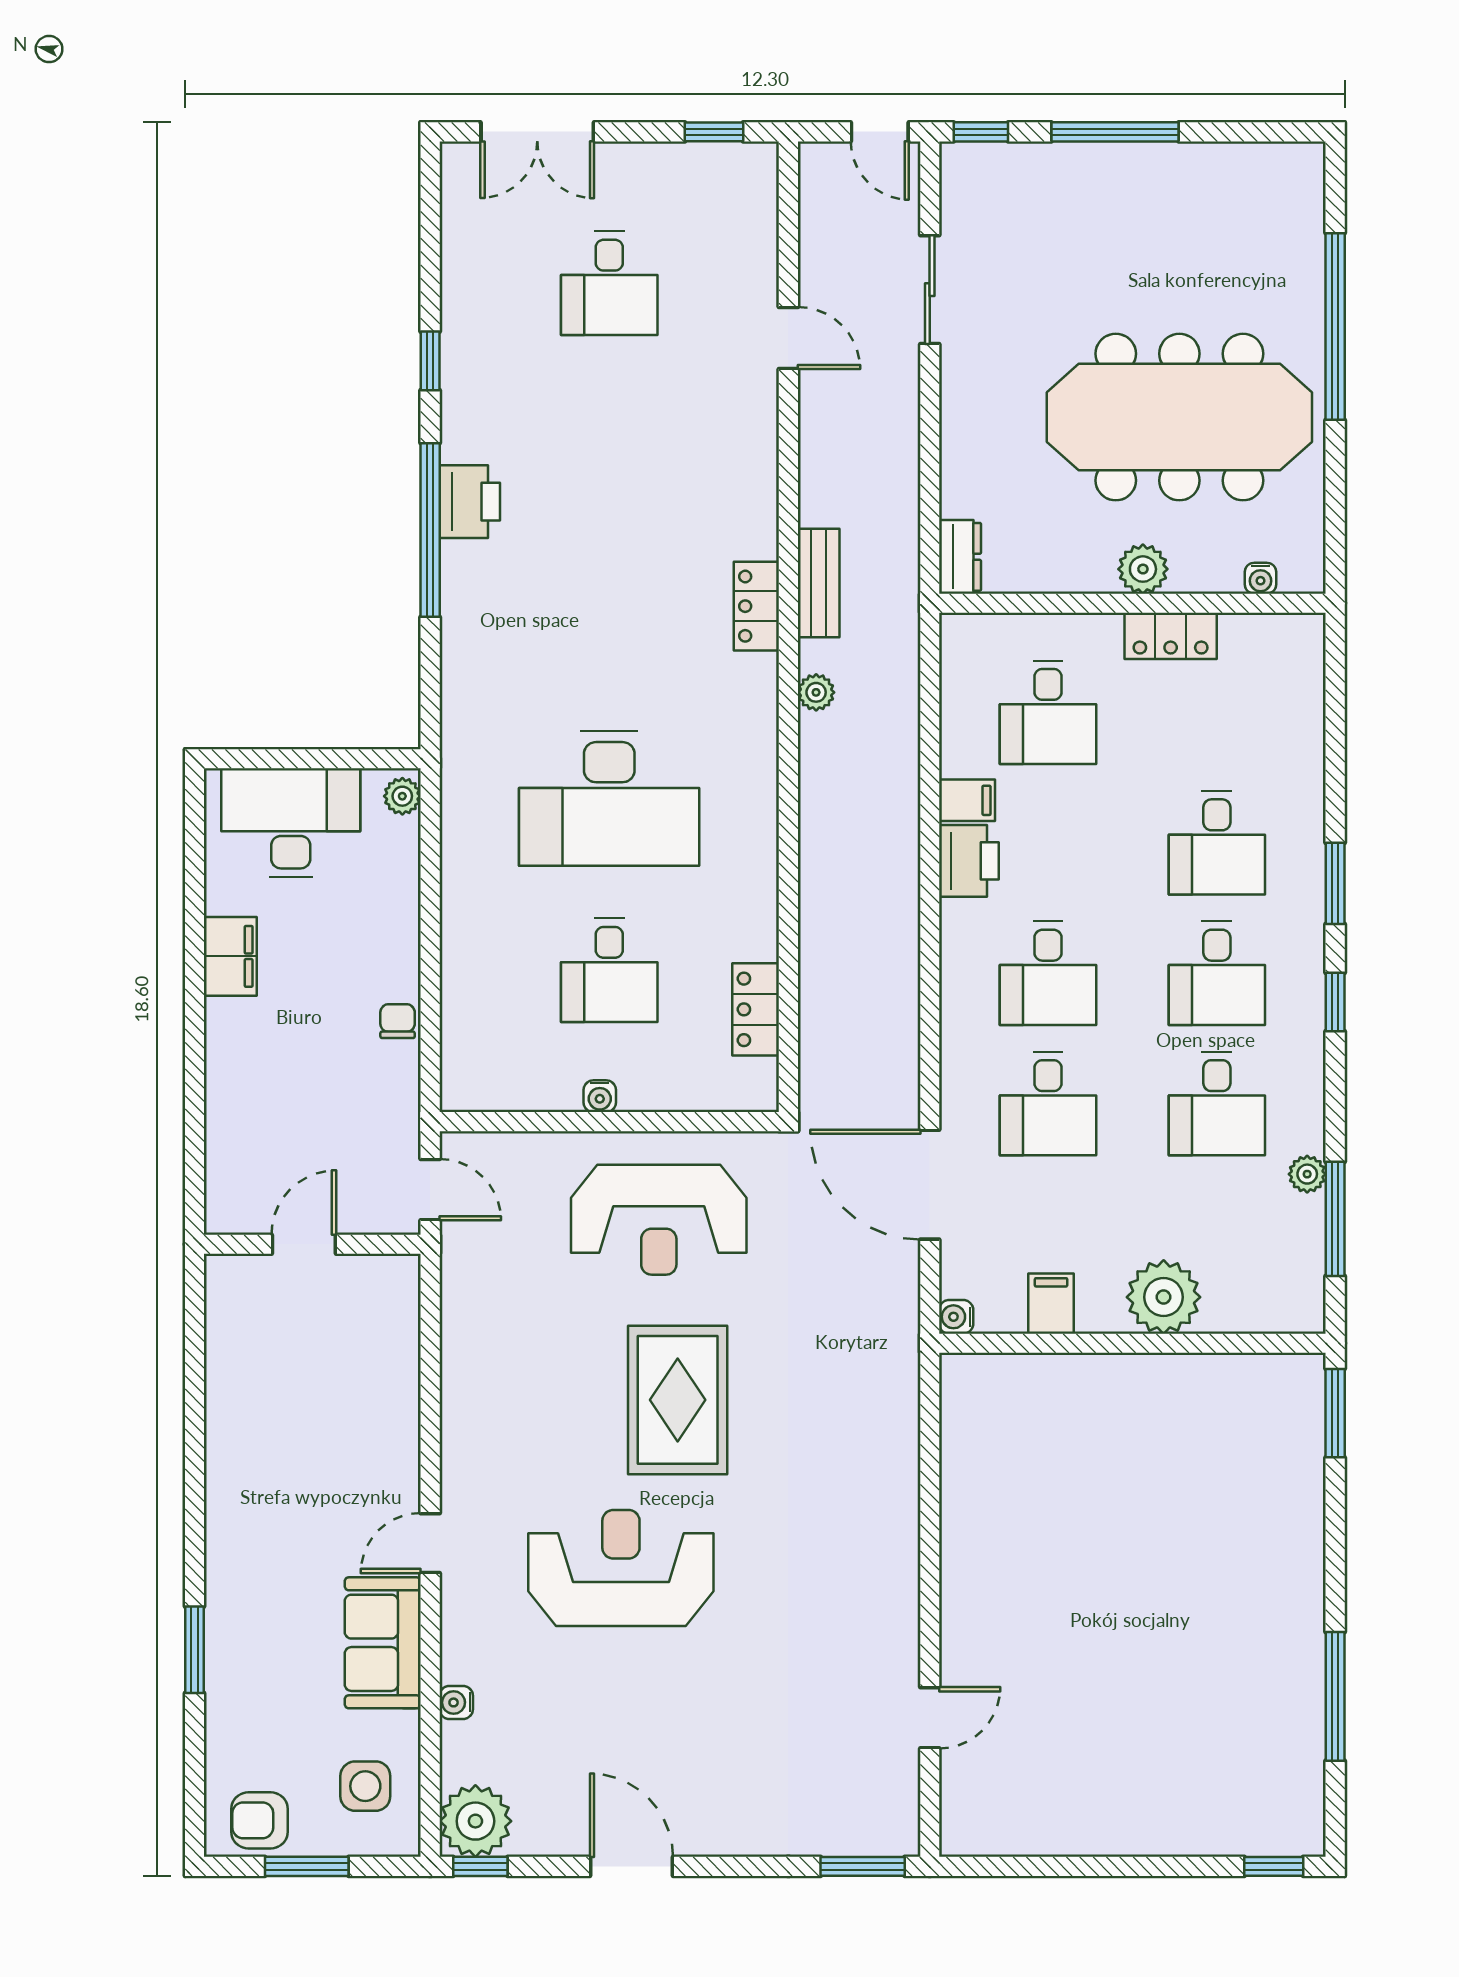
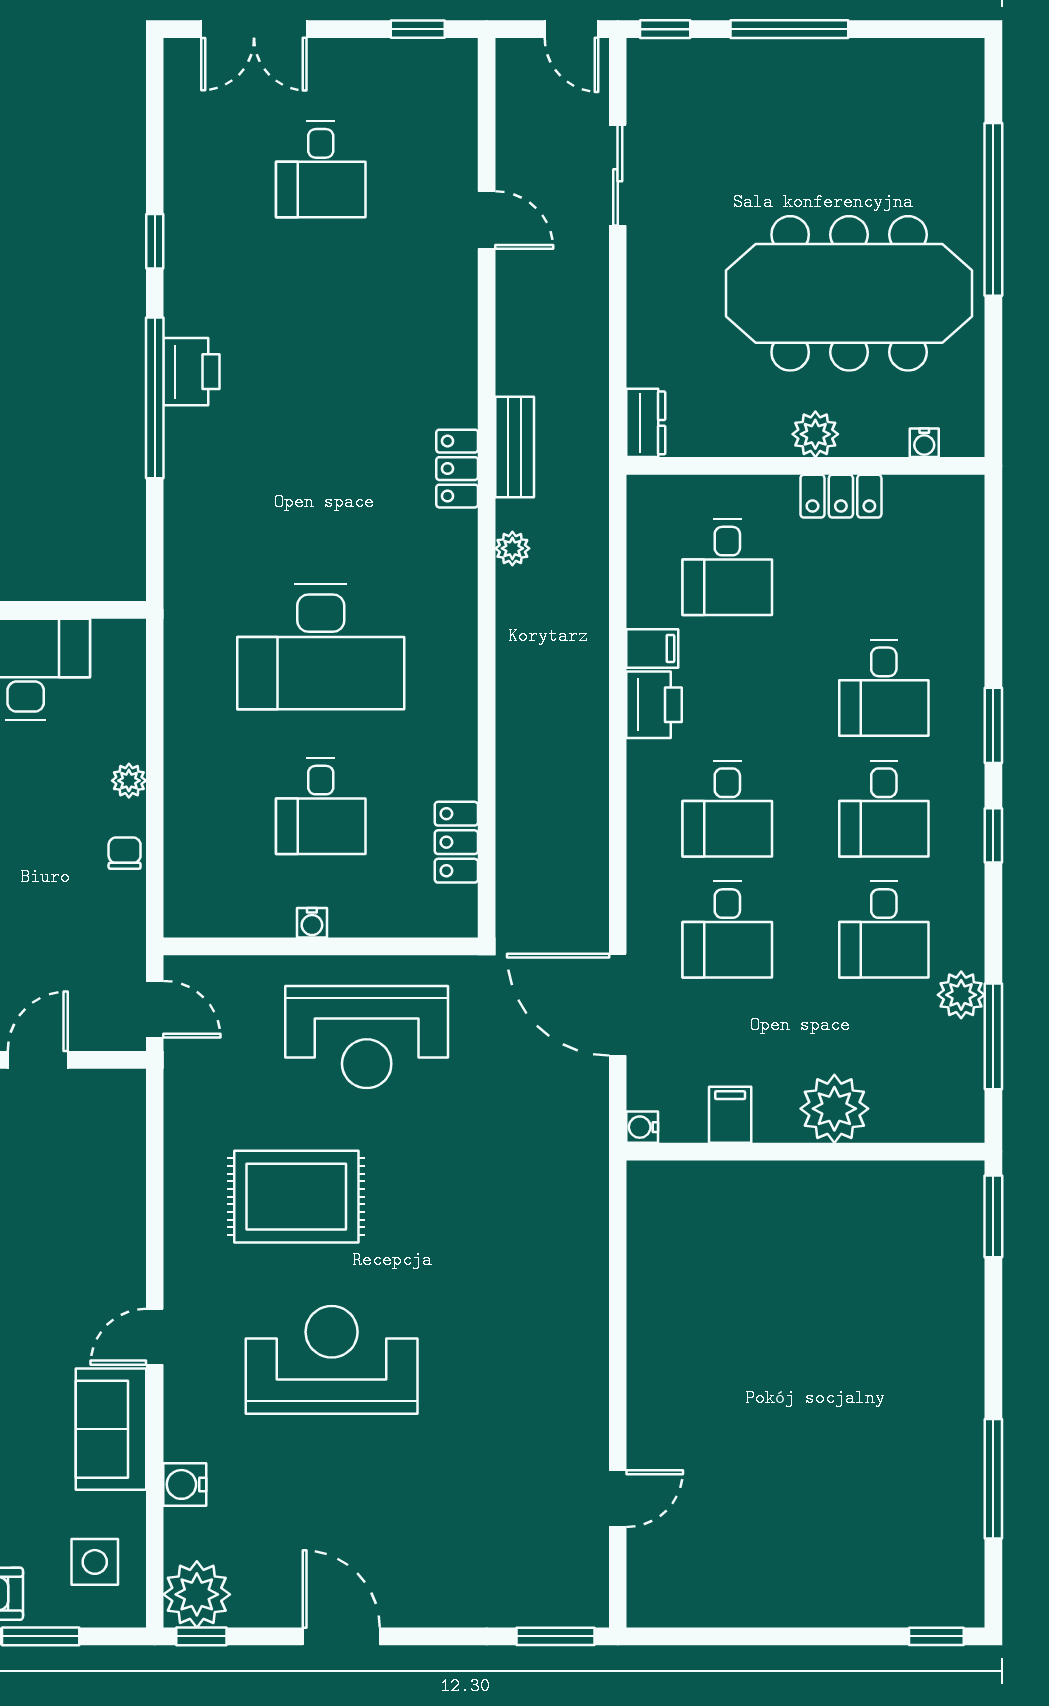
plant: (402, 796) -> (129, 781), moved
plant: (1307, 1174) -> (961, 995), width x1.38, depth x1.38
rug: (678, 1400) -> (296, 1197), moved, turned 90
water cooler: (456, 1702) -> (185, 1484), width x1.38, depth x1.38

